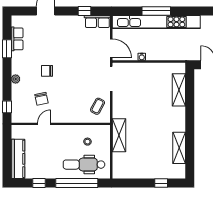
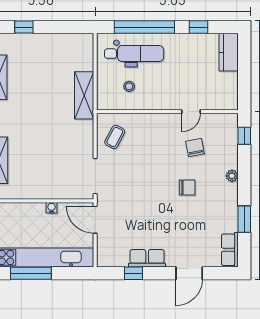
row of seats: (97, 21) -> (147, 258), moved
row of seats: (17, 39) -> (230, 250), moved
kitchen counter: (18, 159) -> (229, 52), width x0.67

